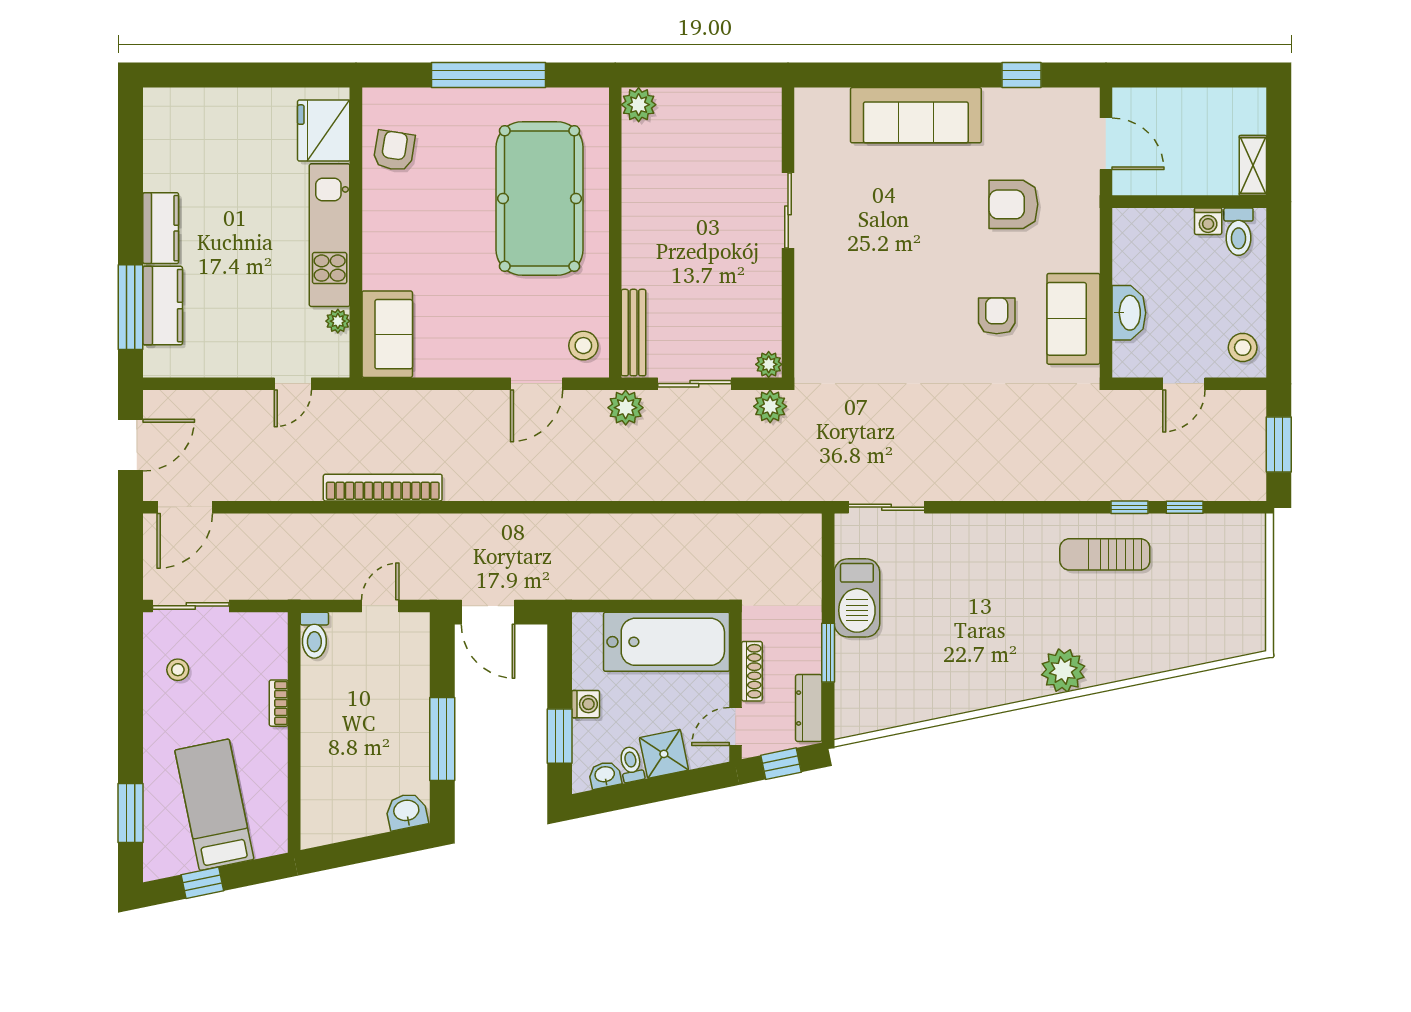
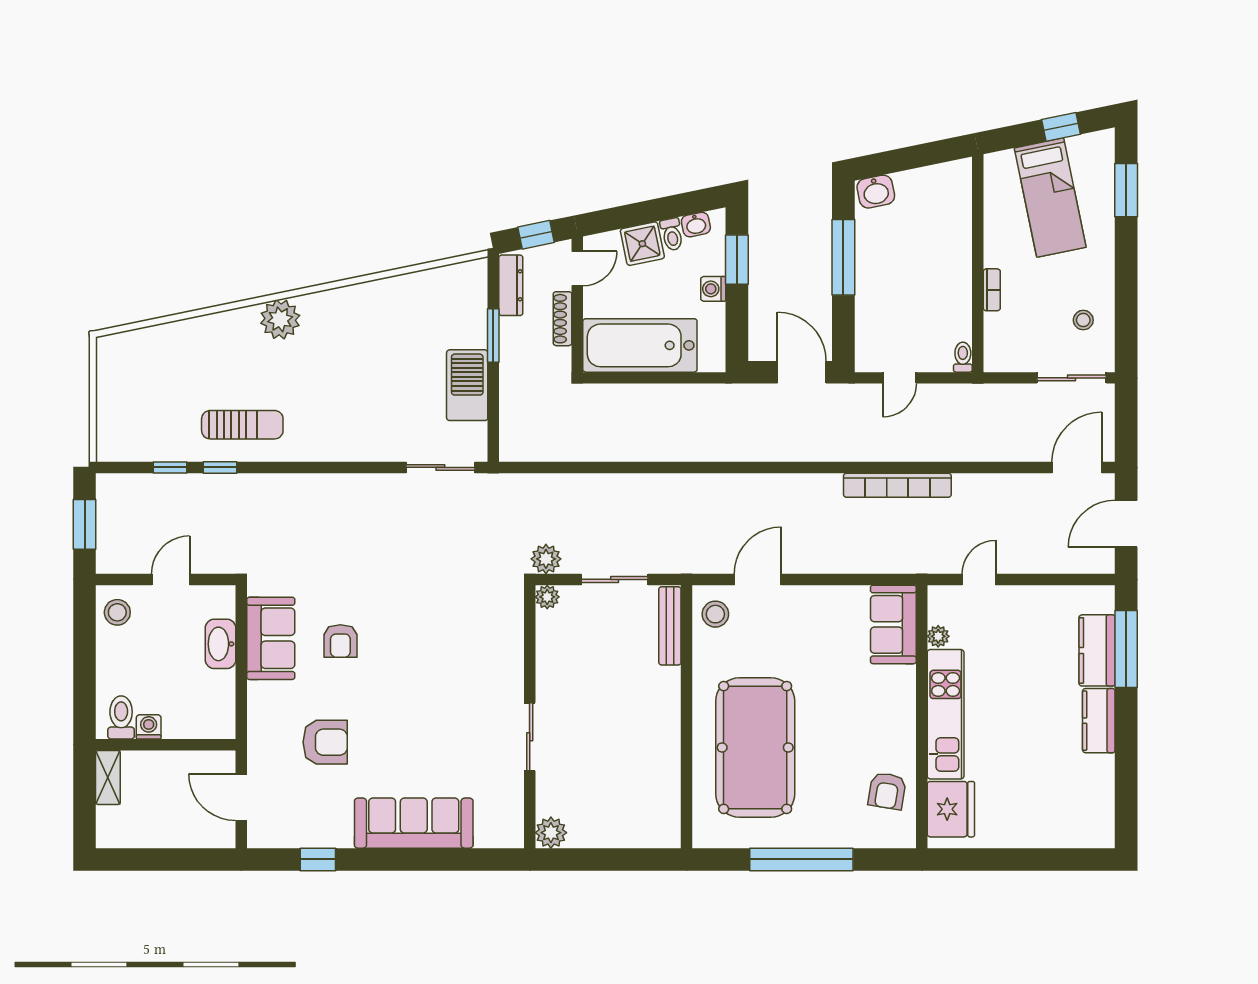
plant: (639, 105) -> (551, 833), moved
plant: (626, 408) -> (677, 558), removed
toilet: (314, 635) -> (963, 357), width x0.73, depth x0.72

